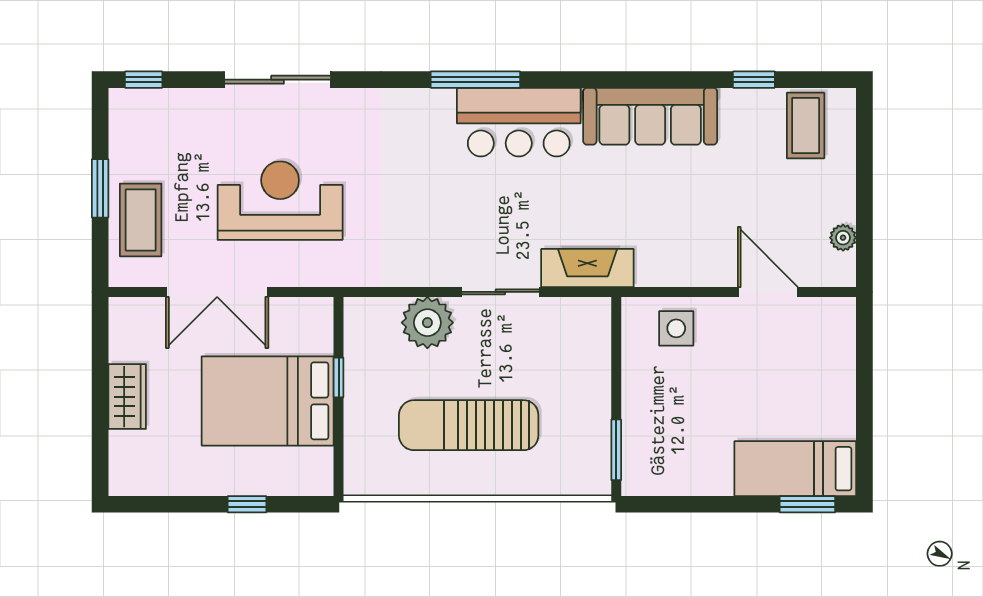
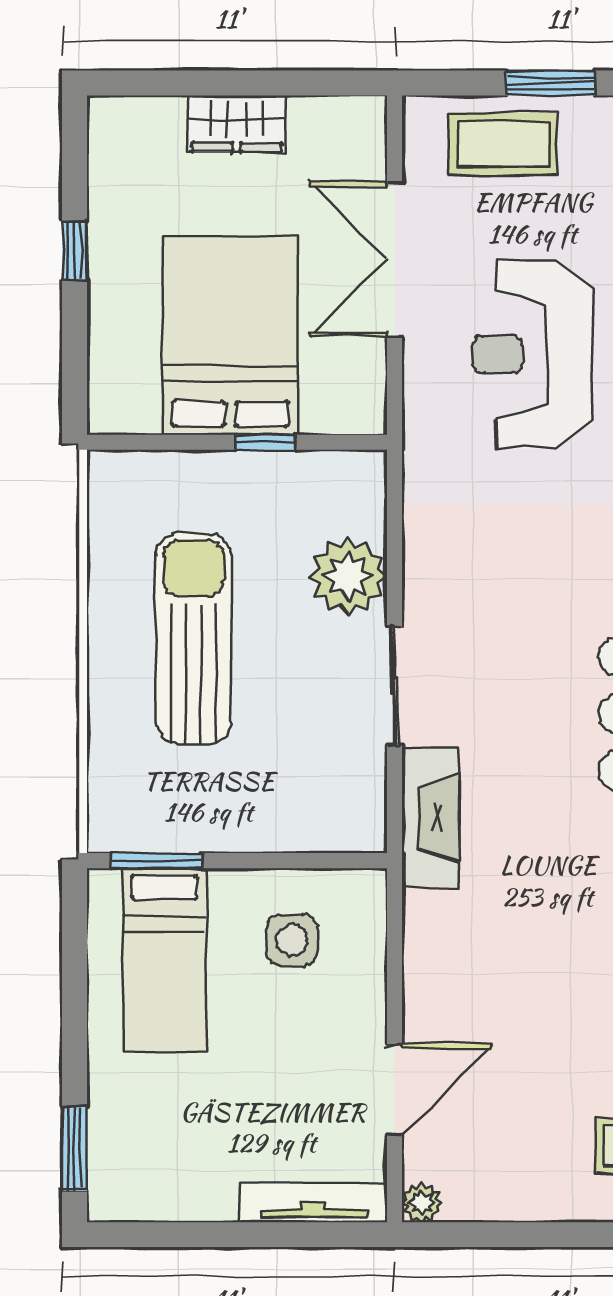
reception desk: (280, 201) -> (532, 354), turned 180
plant: (843, 238) -> (422, 1202), moved
side table: (676, 328) -> (292, 940), moved
tv unit: (843, 346) -> (313, 1202), added
bed: (795, 469) -> (164, 960), moved, turned 180
window: (247, 504) -> (75, 250), moved

